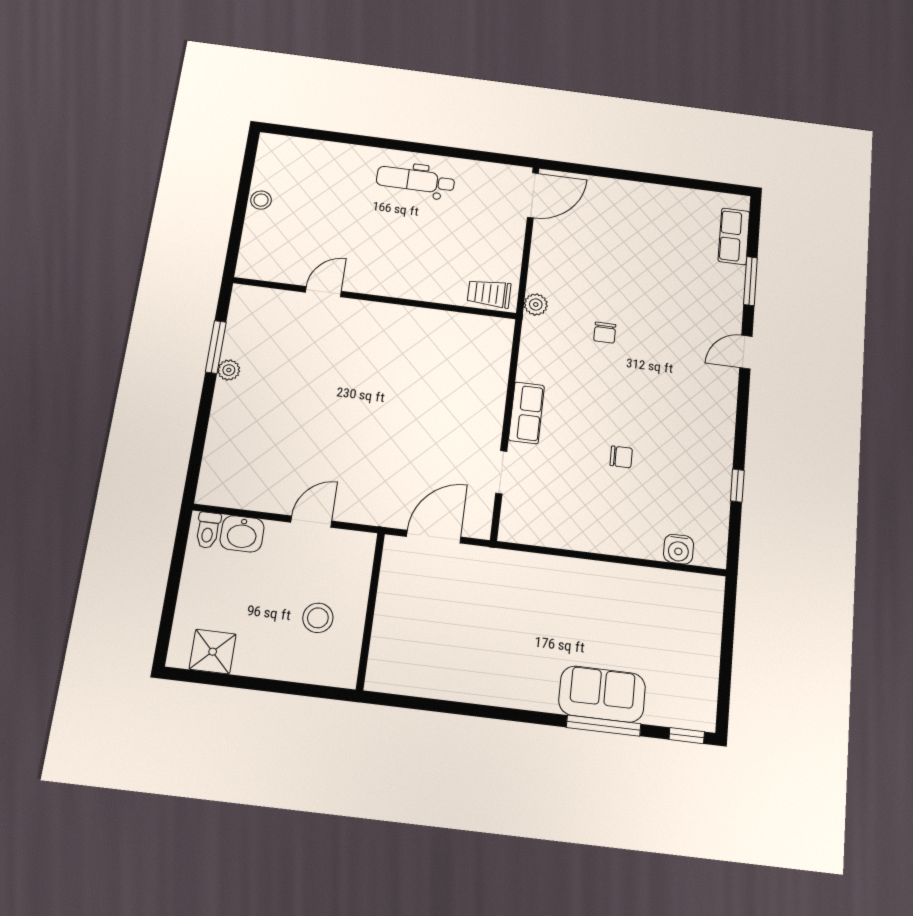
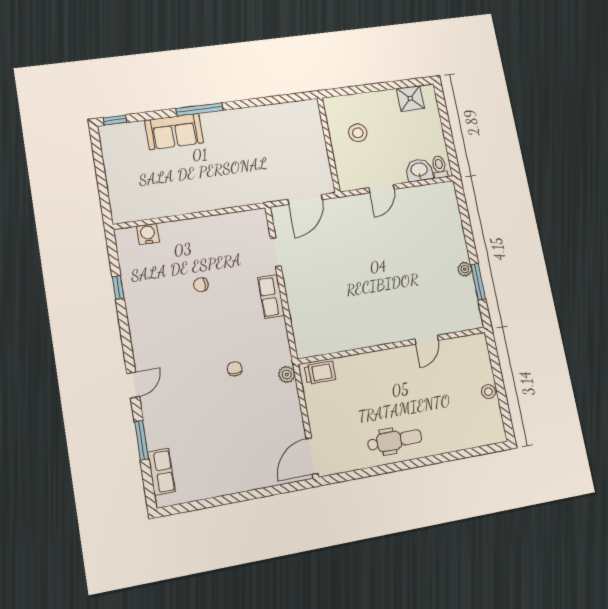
window: (604, 726) -> (199, 109), moved

